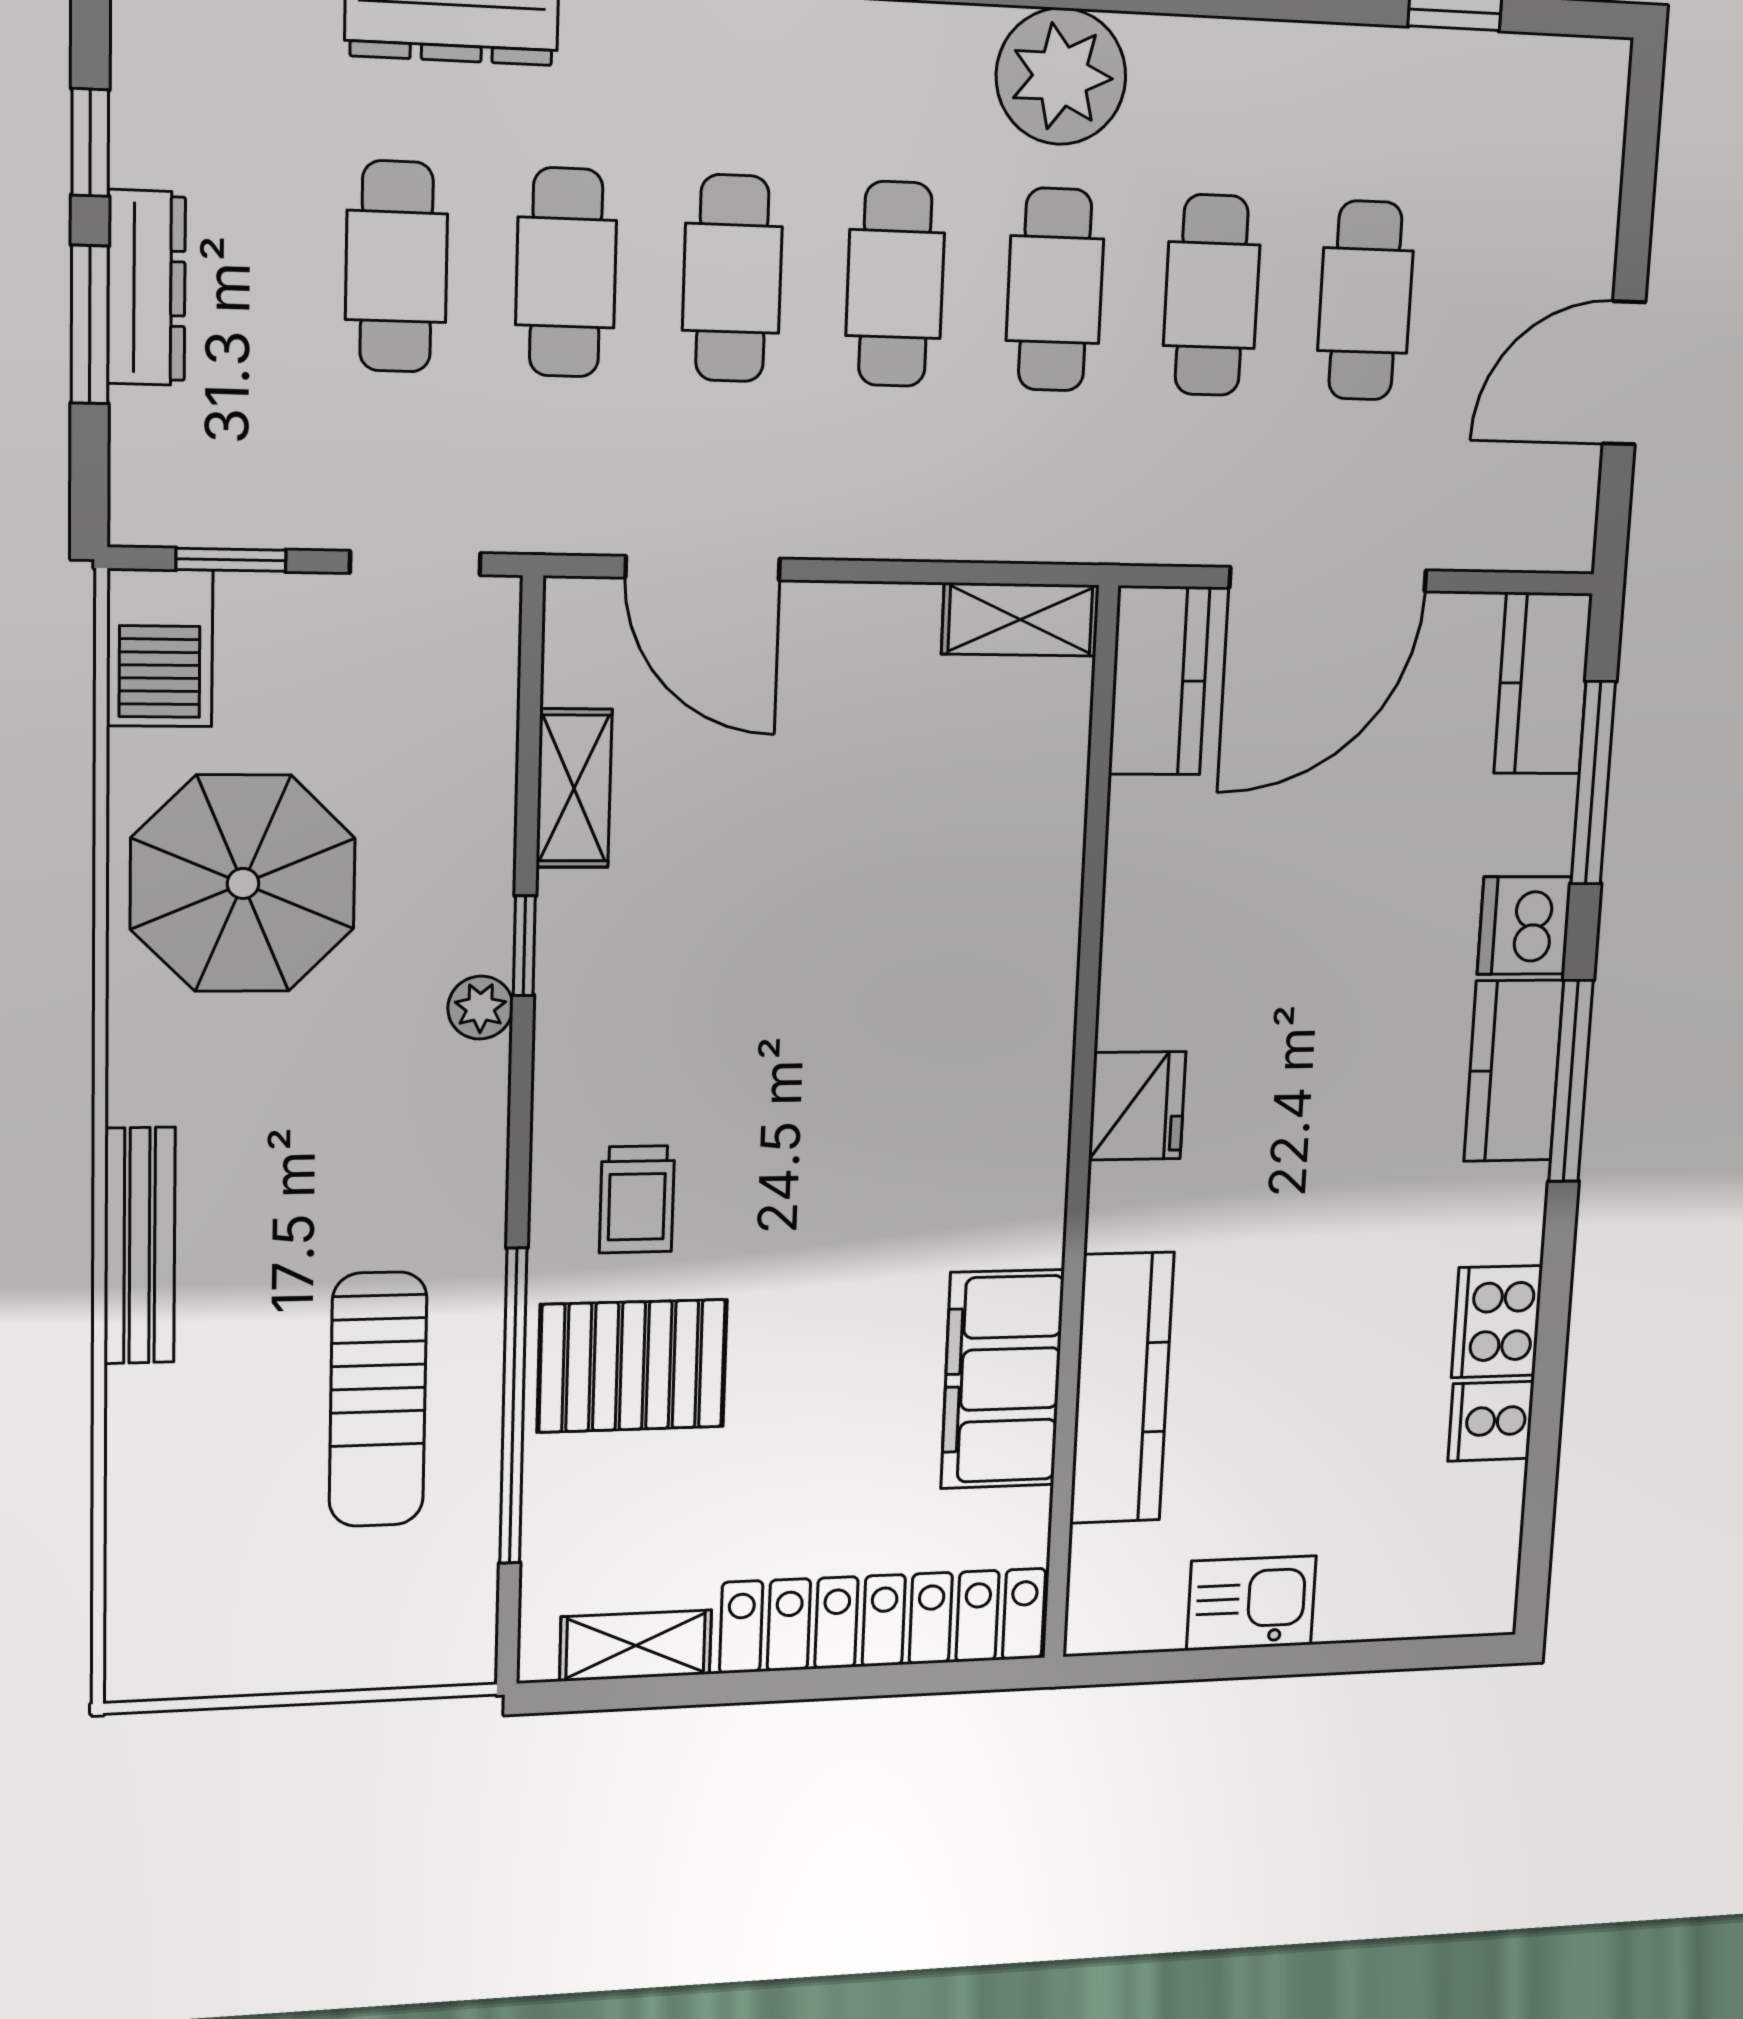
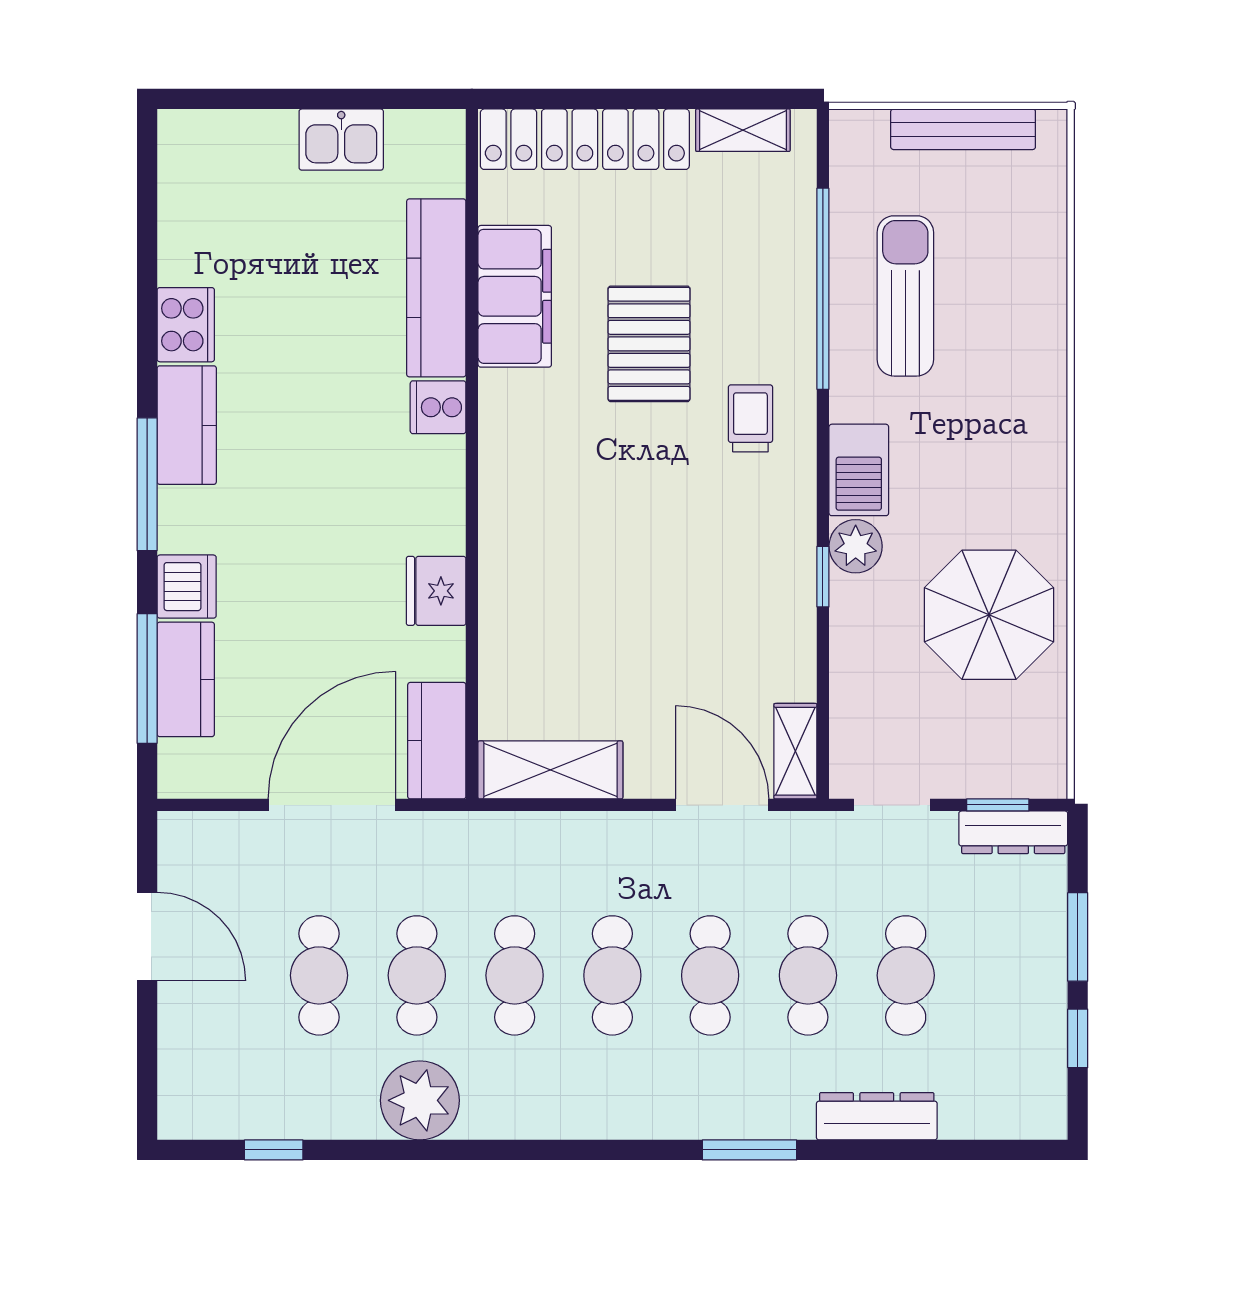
plant: (1061, 76) -> (420, 1100), moved
dresser: (146, 288) -> (1013, 832), moved, turned -90
door: (1624, 373) -> (147, 937), hinge flipped
shelving: (1020, 619) -> (550, 770), width x1.50, depth x1.33
barbecue: (160, 648) -> (859, 470), moved, turned 180
kitchen counter: (1543, 683) -> (186, 679), moved
shelving: (574, 788) -> (795, 751), moved
plant: (480, 1008) -> (856, 546), width x1.38, depth x1.38
kitchen counter: (1514, 1071) -> (187, 425), moved
fridge: (1137, 1106) -> (436, 591), moved
bench: (140, 1246) -> (963, 129), moved, turned 90
pallet: (632, 1366) -> (649, 344), moved, turned 90
cooker: (1491, 1421) -> (438, 407), moved, turned 180

